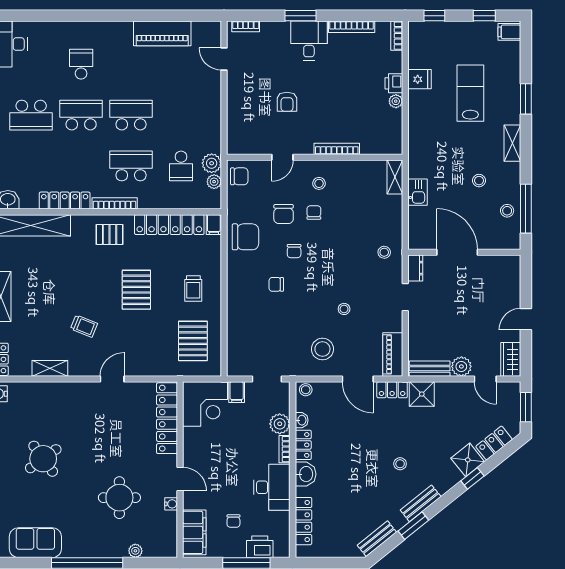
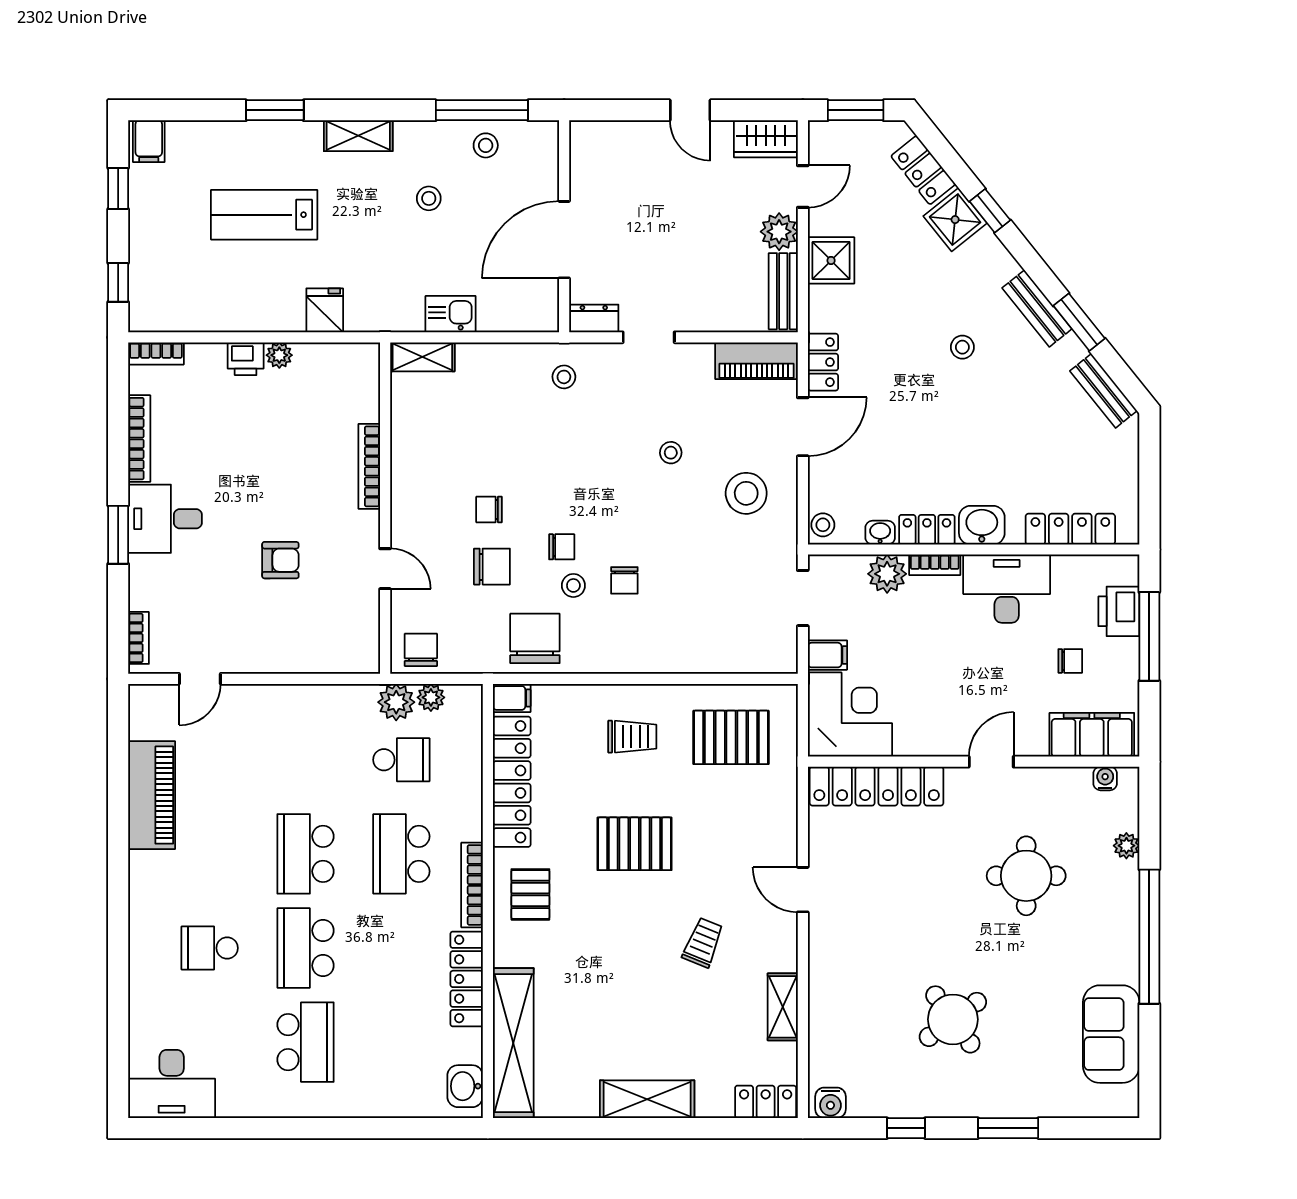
fridge: (420, 79) -> (325, 310), moved
stool: (319, 183) -> (573, 585), moved
shower: (422, 394) -> (831, 260), moved
water cooler: (171, 504) -> (1105, 778), moved

